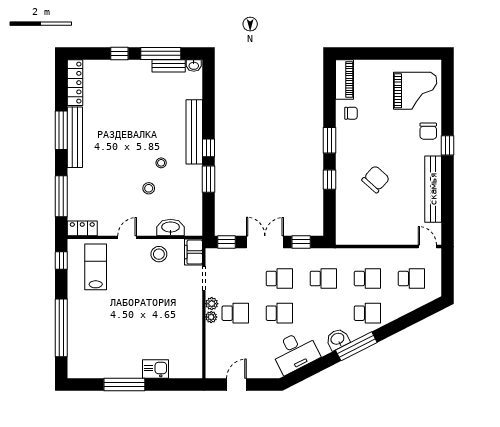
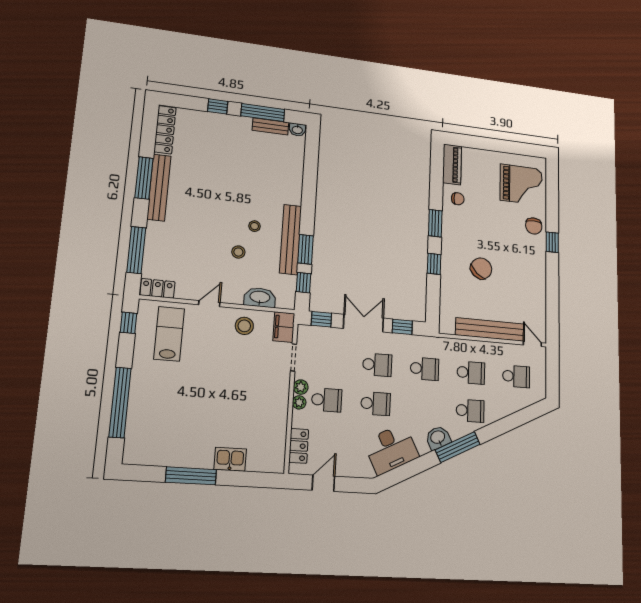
bench: (194, 132) -> (291, 239), moved
window: (208, 148) -> (303, 283), moved
bench: (433, 189) -> (490, 329), moved, turned 90
locker: (213, 354) -> (299, 446), added

